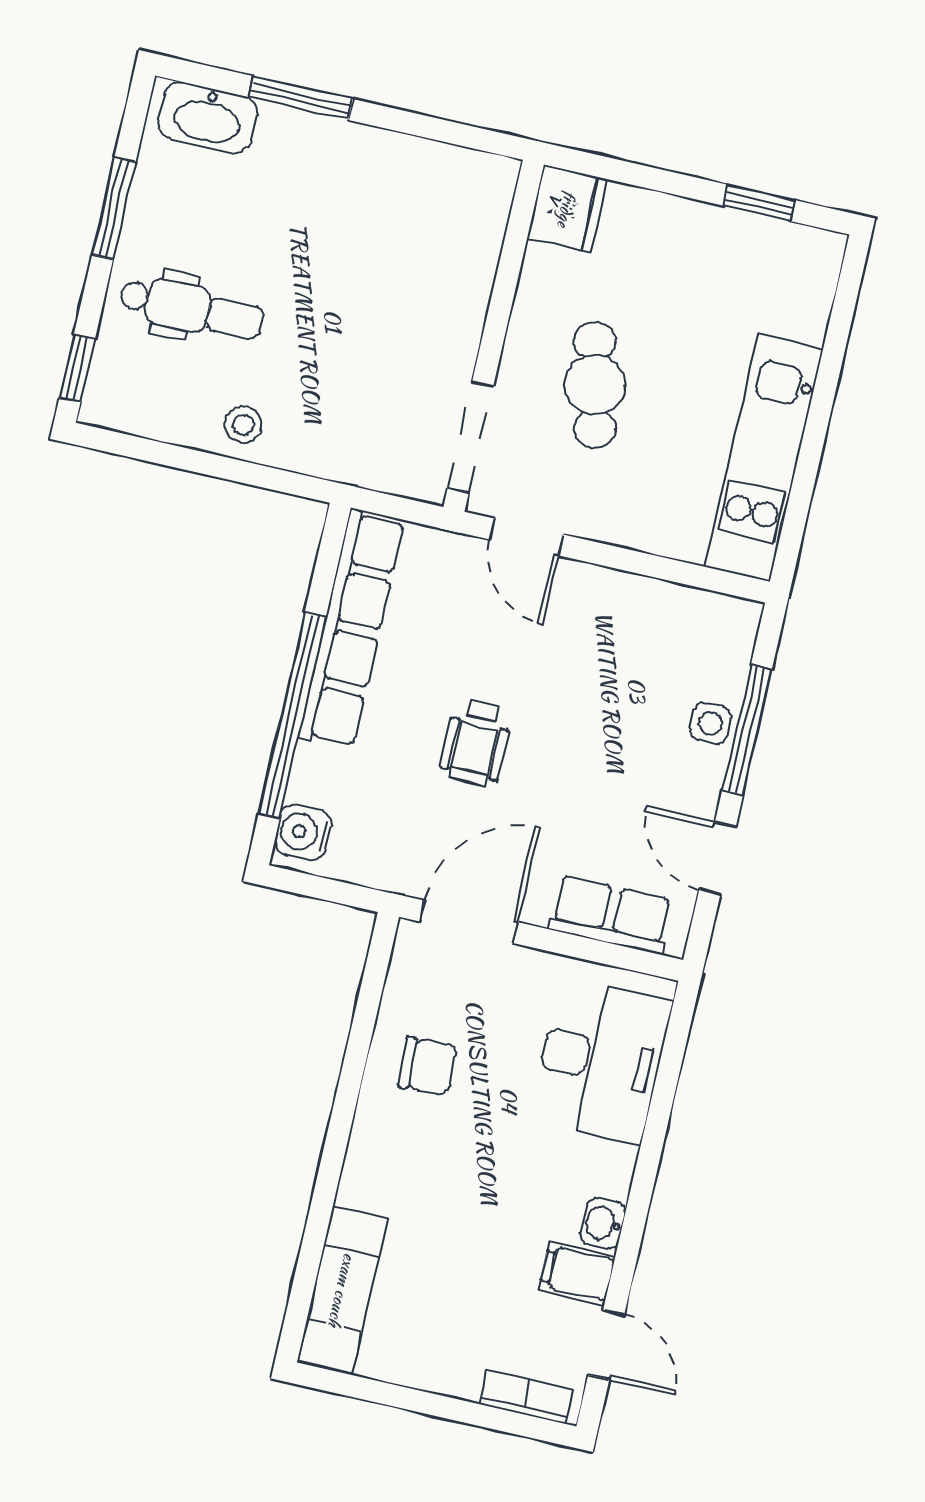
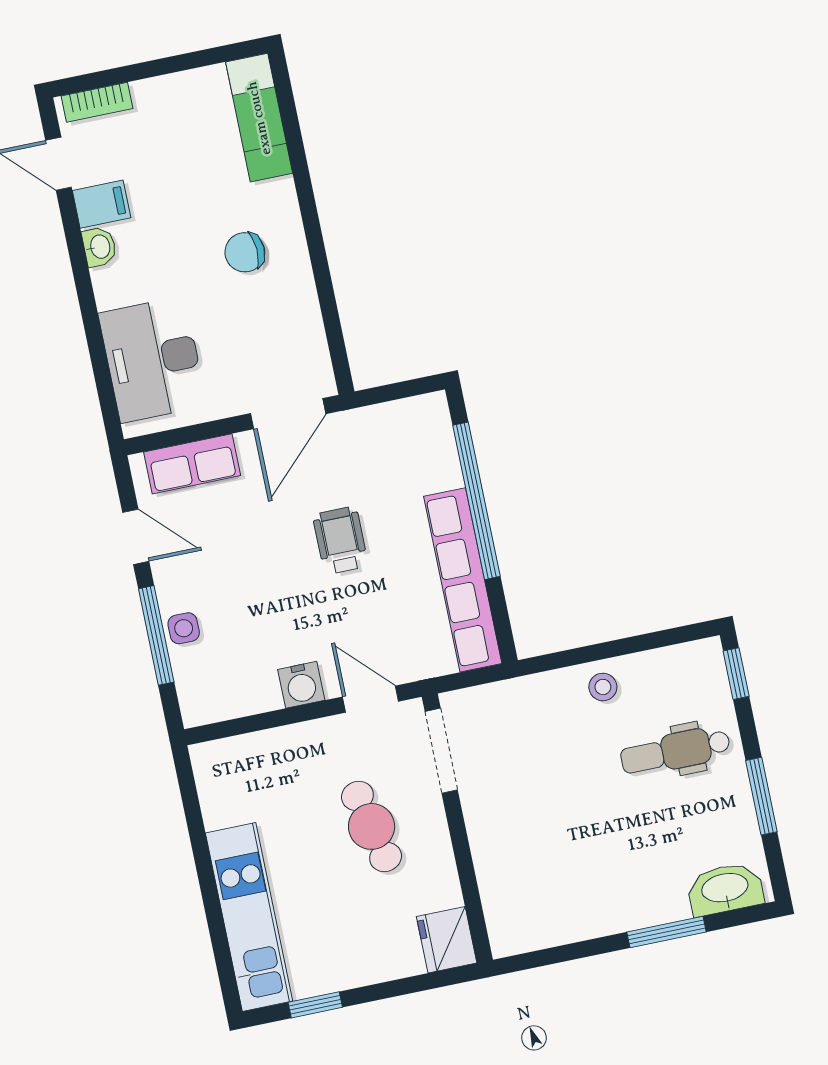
kitchen unit: (764, 458) -> (249, 917), moved
water cooler: (303, 832) -> (301, 685), moved, turned 90
chair: (428, 1066) -> (245, 252), moved

